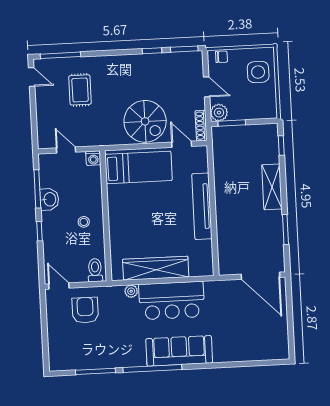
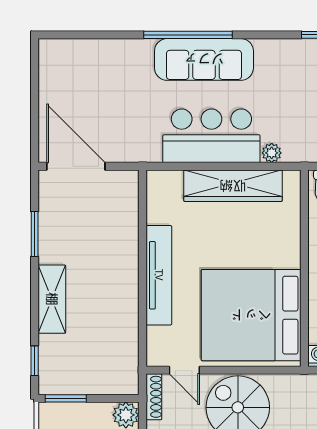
window: (232, 123) -> (66, 398), moved
bed: (139, 167) -> (251, 315), width x2.04
window: (152, 368) -> (188, 35), moved

